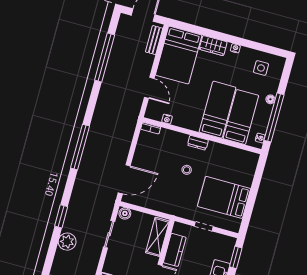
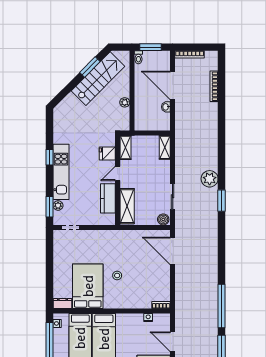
dresser: (198, 143) -> (63, 303), moved
window: (80, 147) -> (221, 306), moved
door: (124, 179) -> (173, 251), hinge flipped
bed: (224, 197) -> (88, 286), moved, turned -90
doorway: (204, 226) -> (71, 227), moved
plant: (227, 256) -> (58, 206), added

